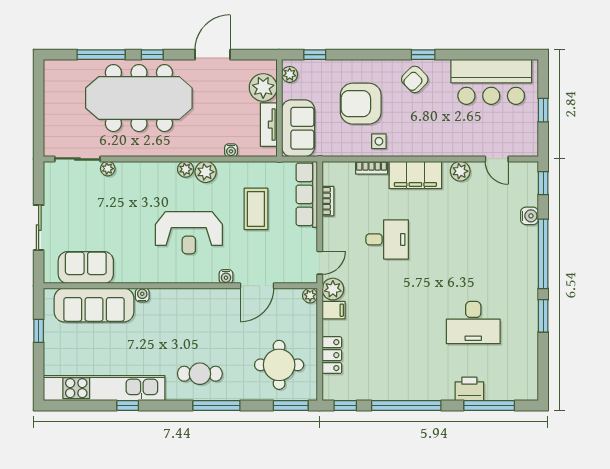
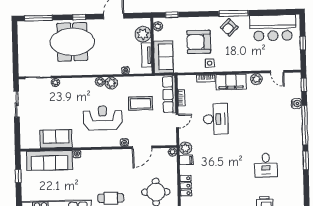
window: (101, 55) -> (38, 18), moved
window: (423, 55) -> (234, 13), width x2.17
meeting table: (139, 98) -> (72, 42), width x0.73
coffee table: (256, 209) -> (140, 103), turned 90
sliding door: (39, 228) -> (17, 104), moved
reception desk: (189, 233) -> (103, 118), turned 180
desk: (387, 239) -> (216, 119), width x1.37
door: (320, 263) -> (177, 121), moved
sofa: (86, 267) -> (56, 139), moved
desk: (473, 323) -> (266, 165), width x0.73

